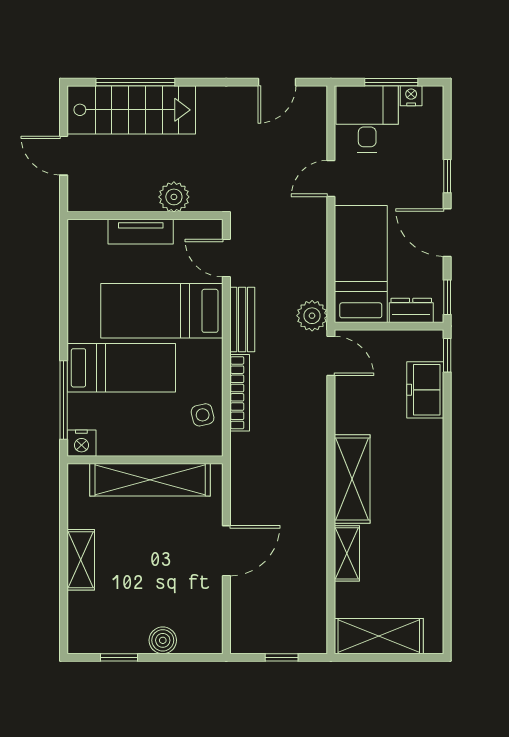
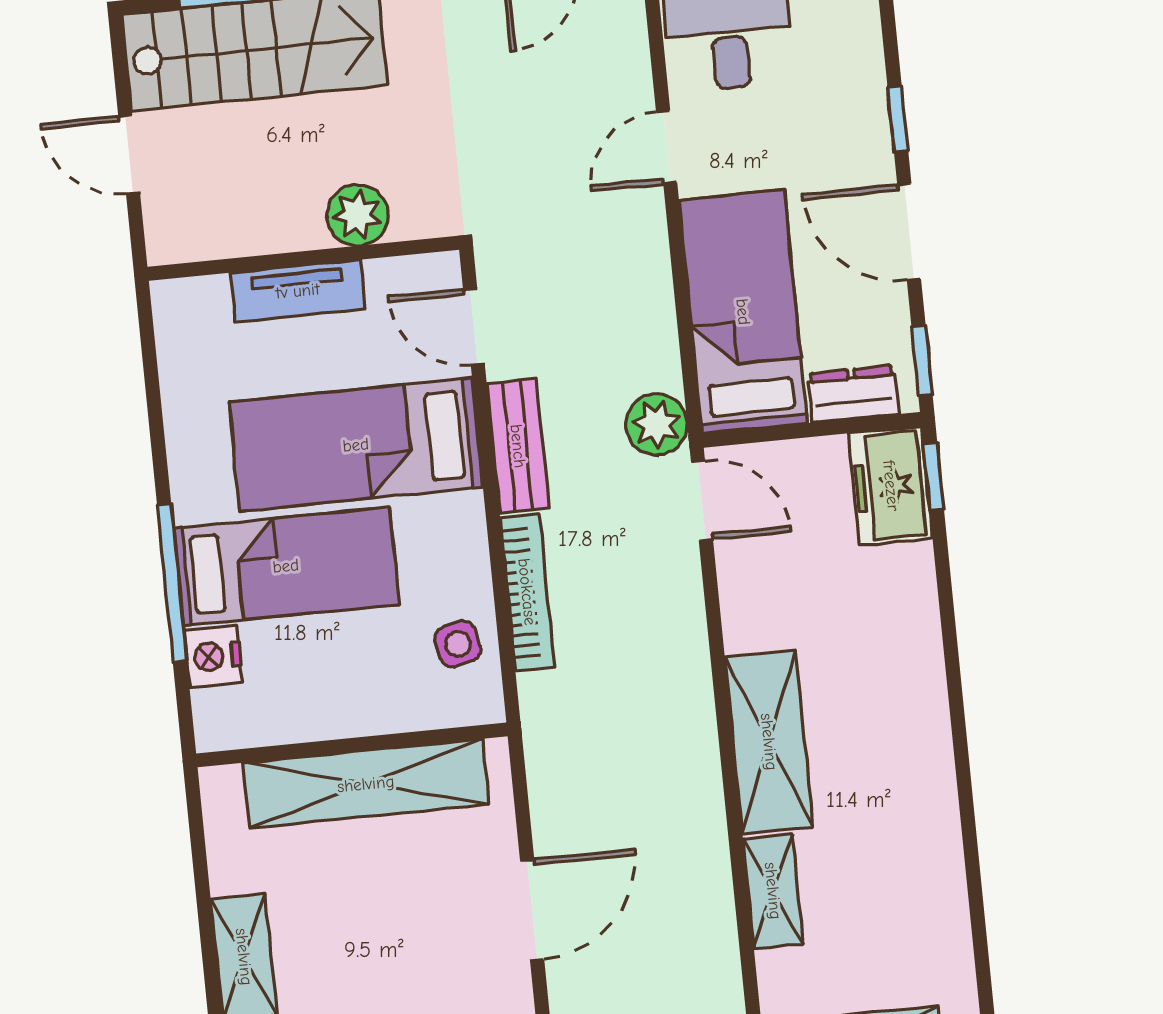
freezer: (425, 390) -> (891, 486), moved
window: (64, 400) -> (172, 583), moved
nightstand: (81, 443) -> (213, 656), moved, turned 90

